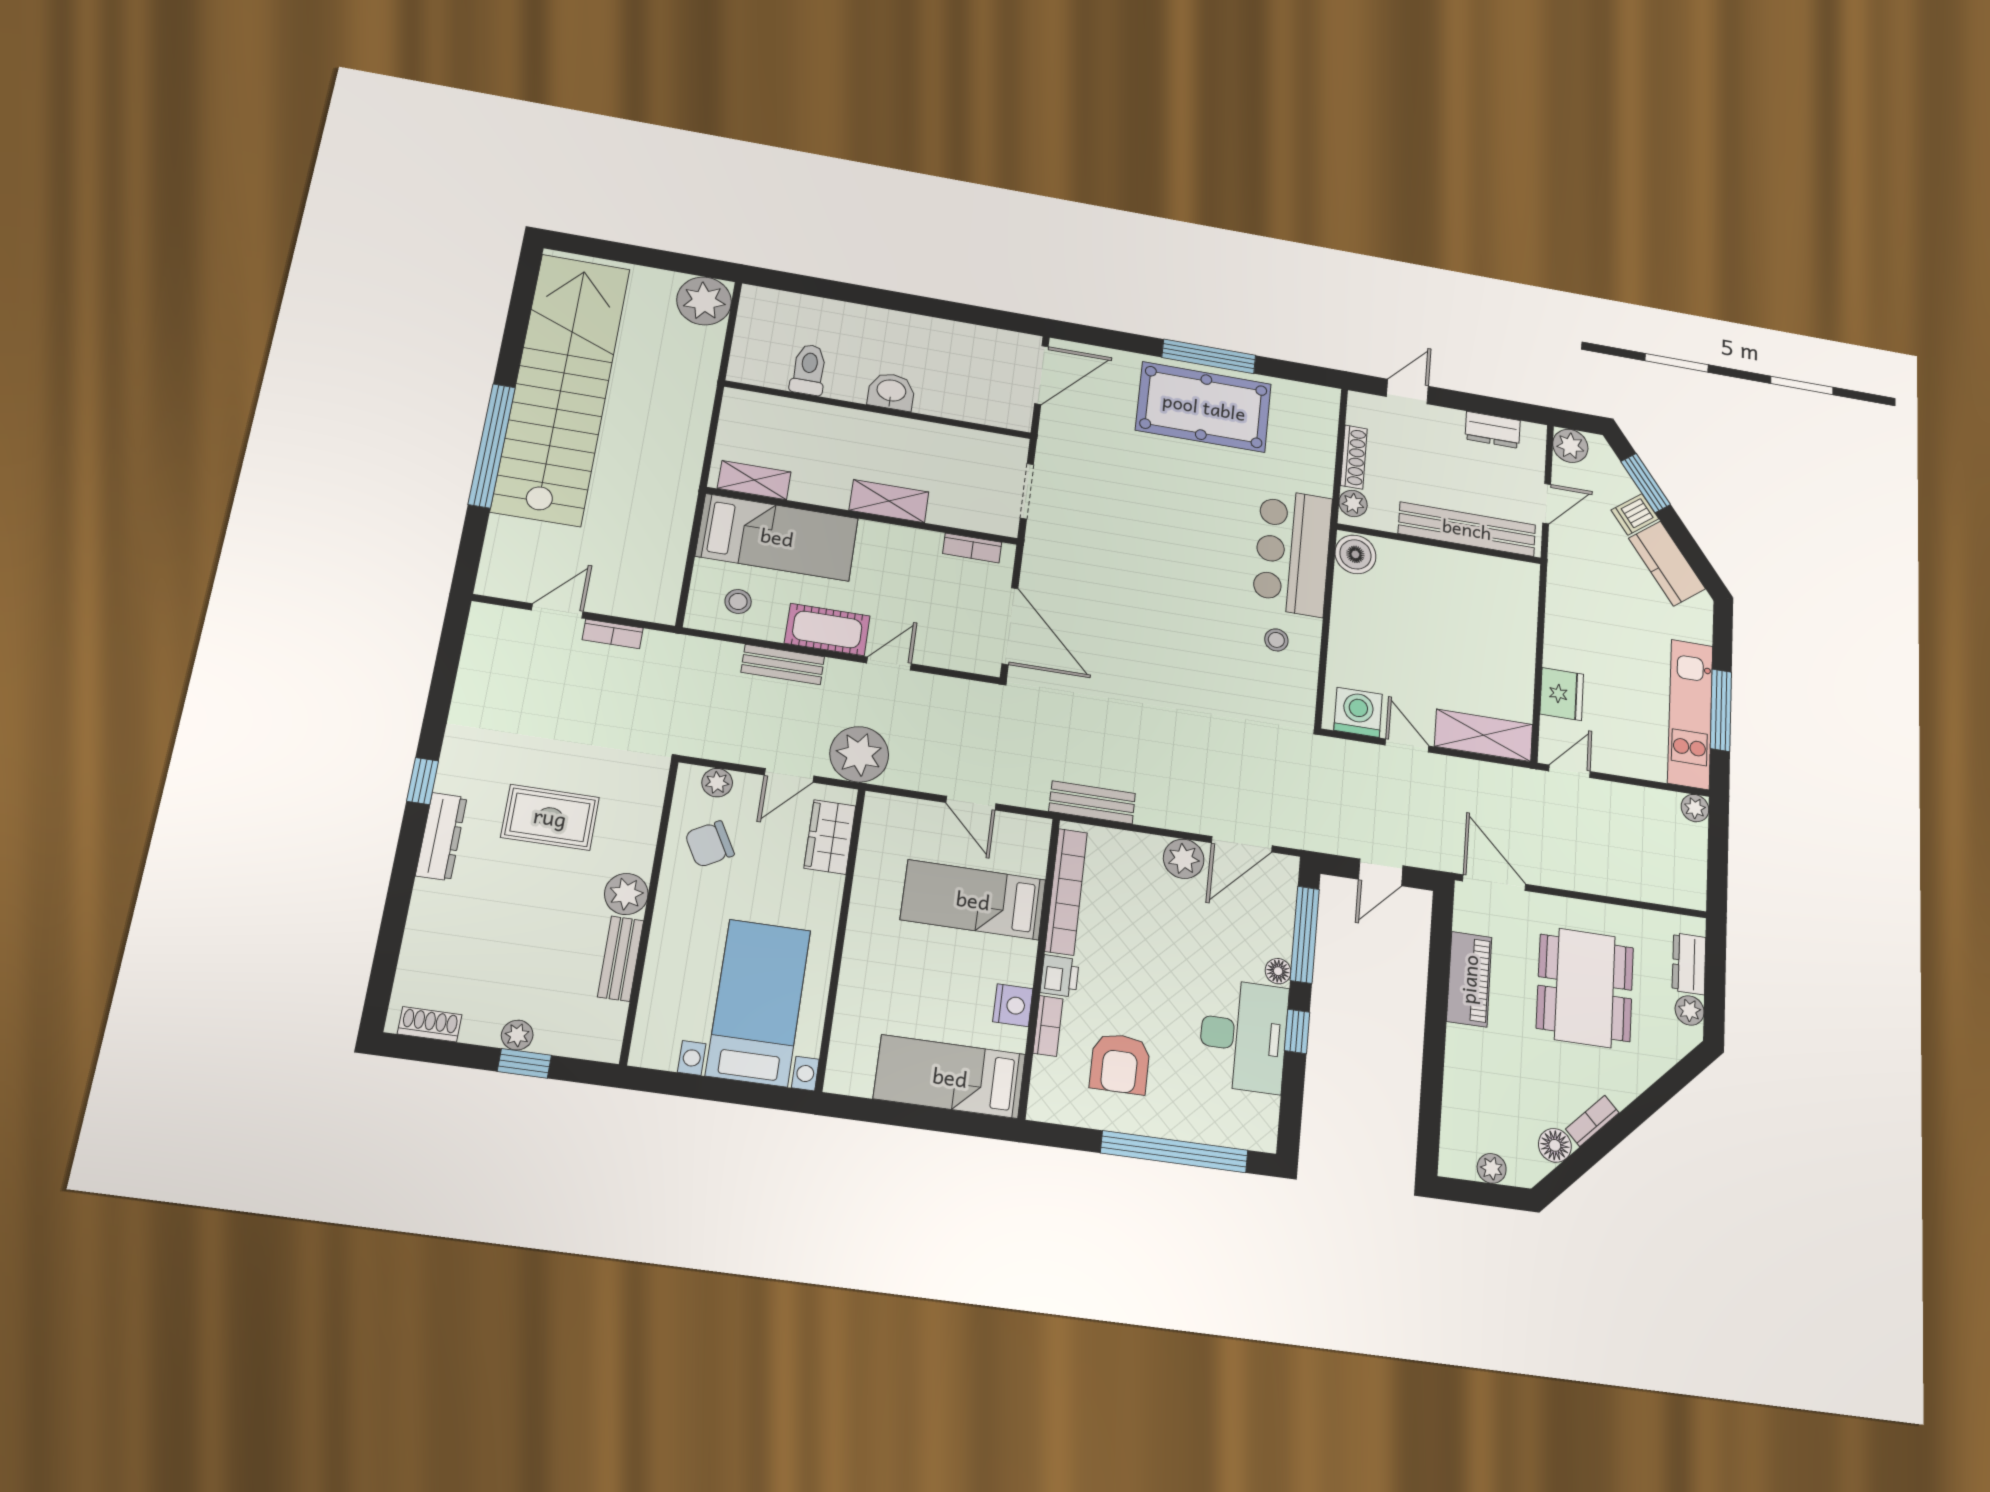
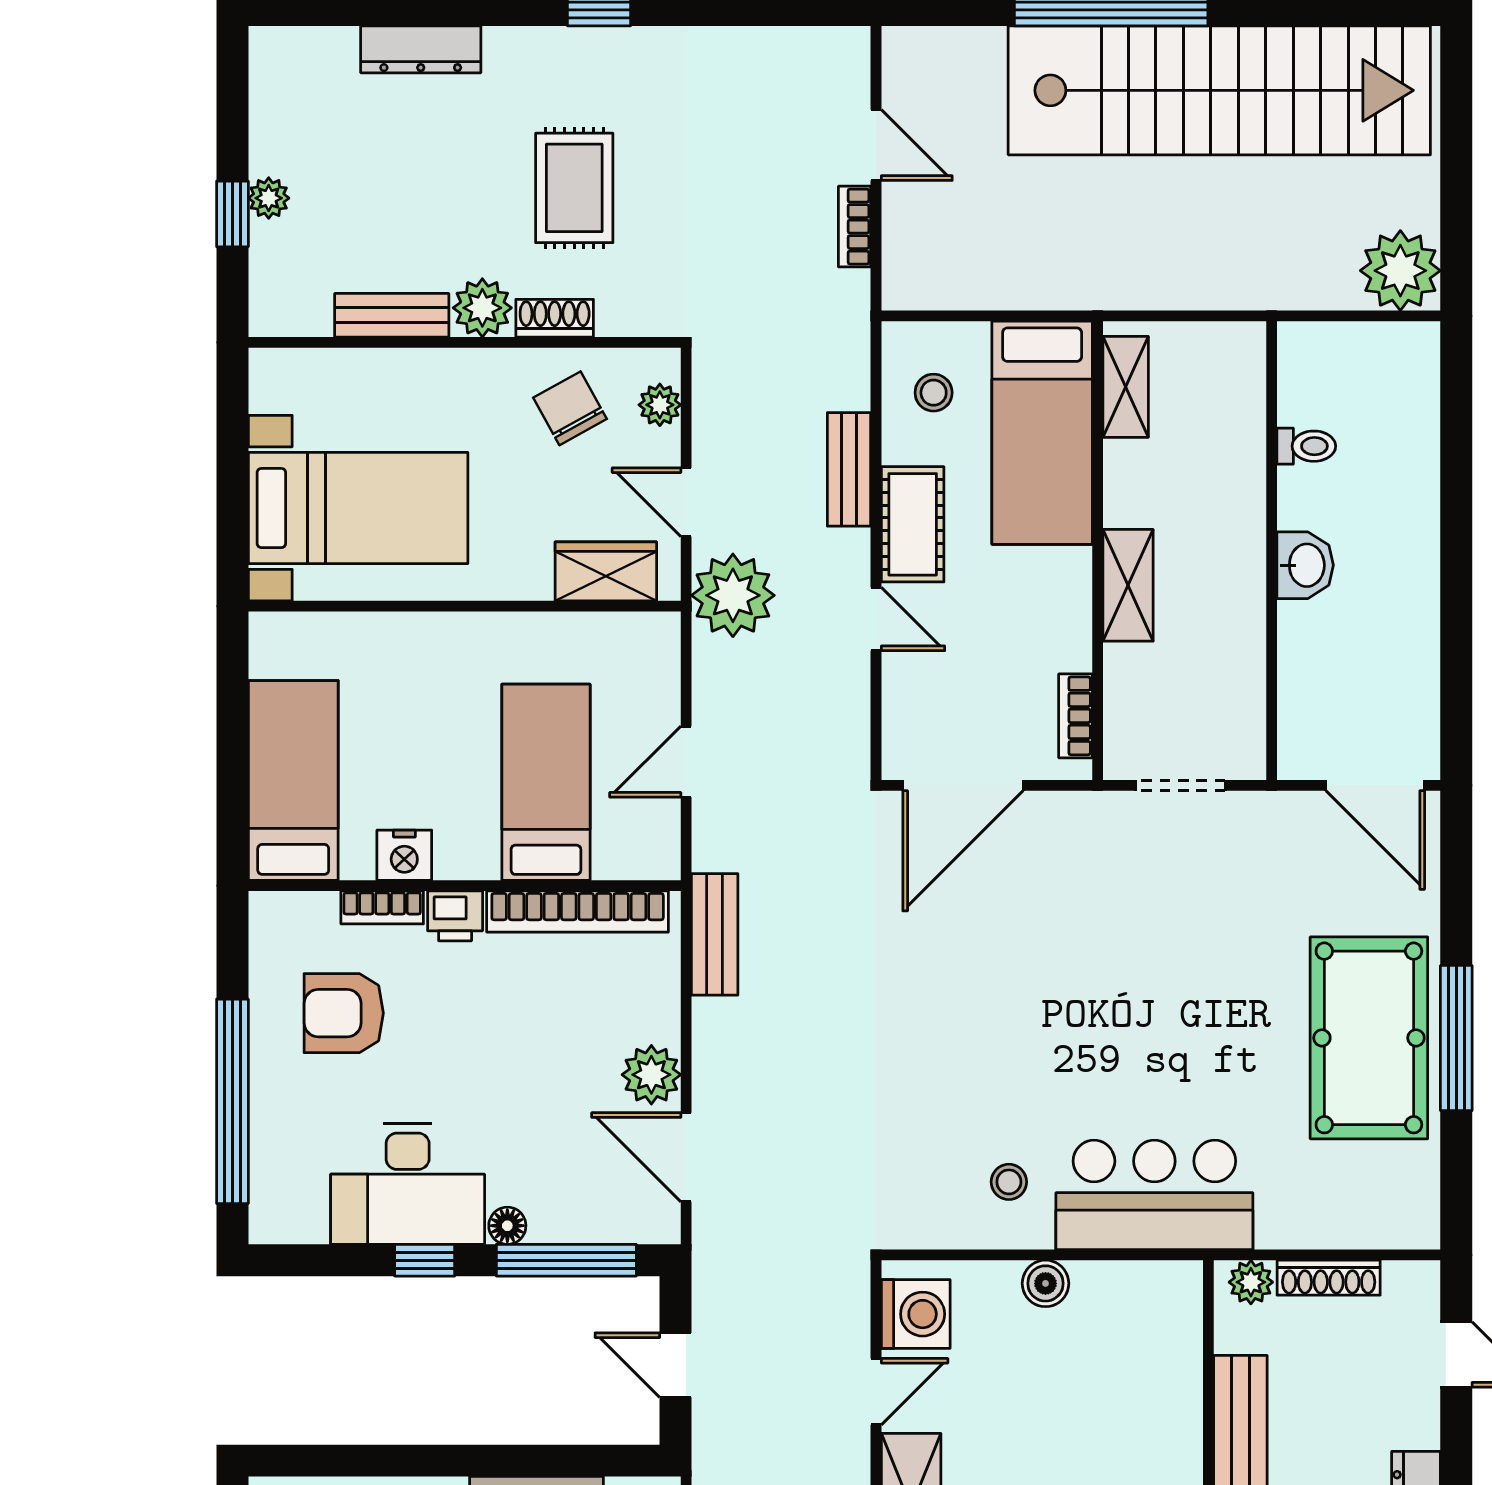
toilet: (809, 370) -> (1306, 446), width x0.73, depth x0.72
boiler: (1355, 554) -> (1045, 1283), moved, width x0.73, depth x0.73
dresser: (441, 836) -> (421, 49), moved
shoe rack: (430, 1024) -> (555, 318), moved, turned -90

